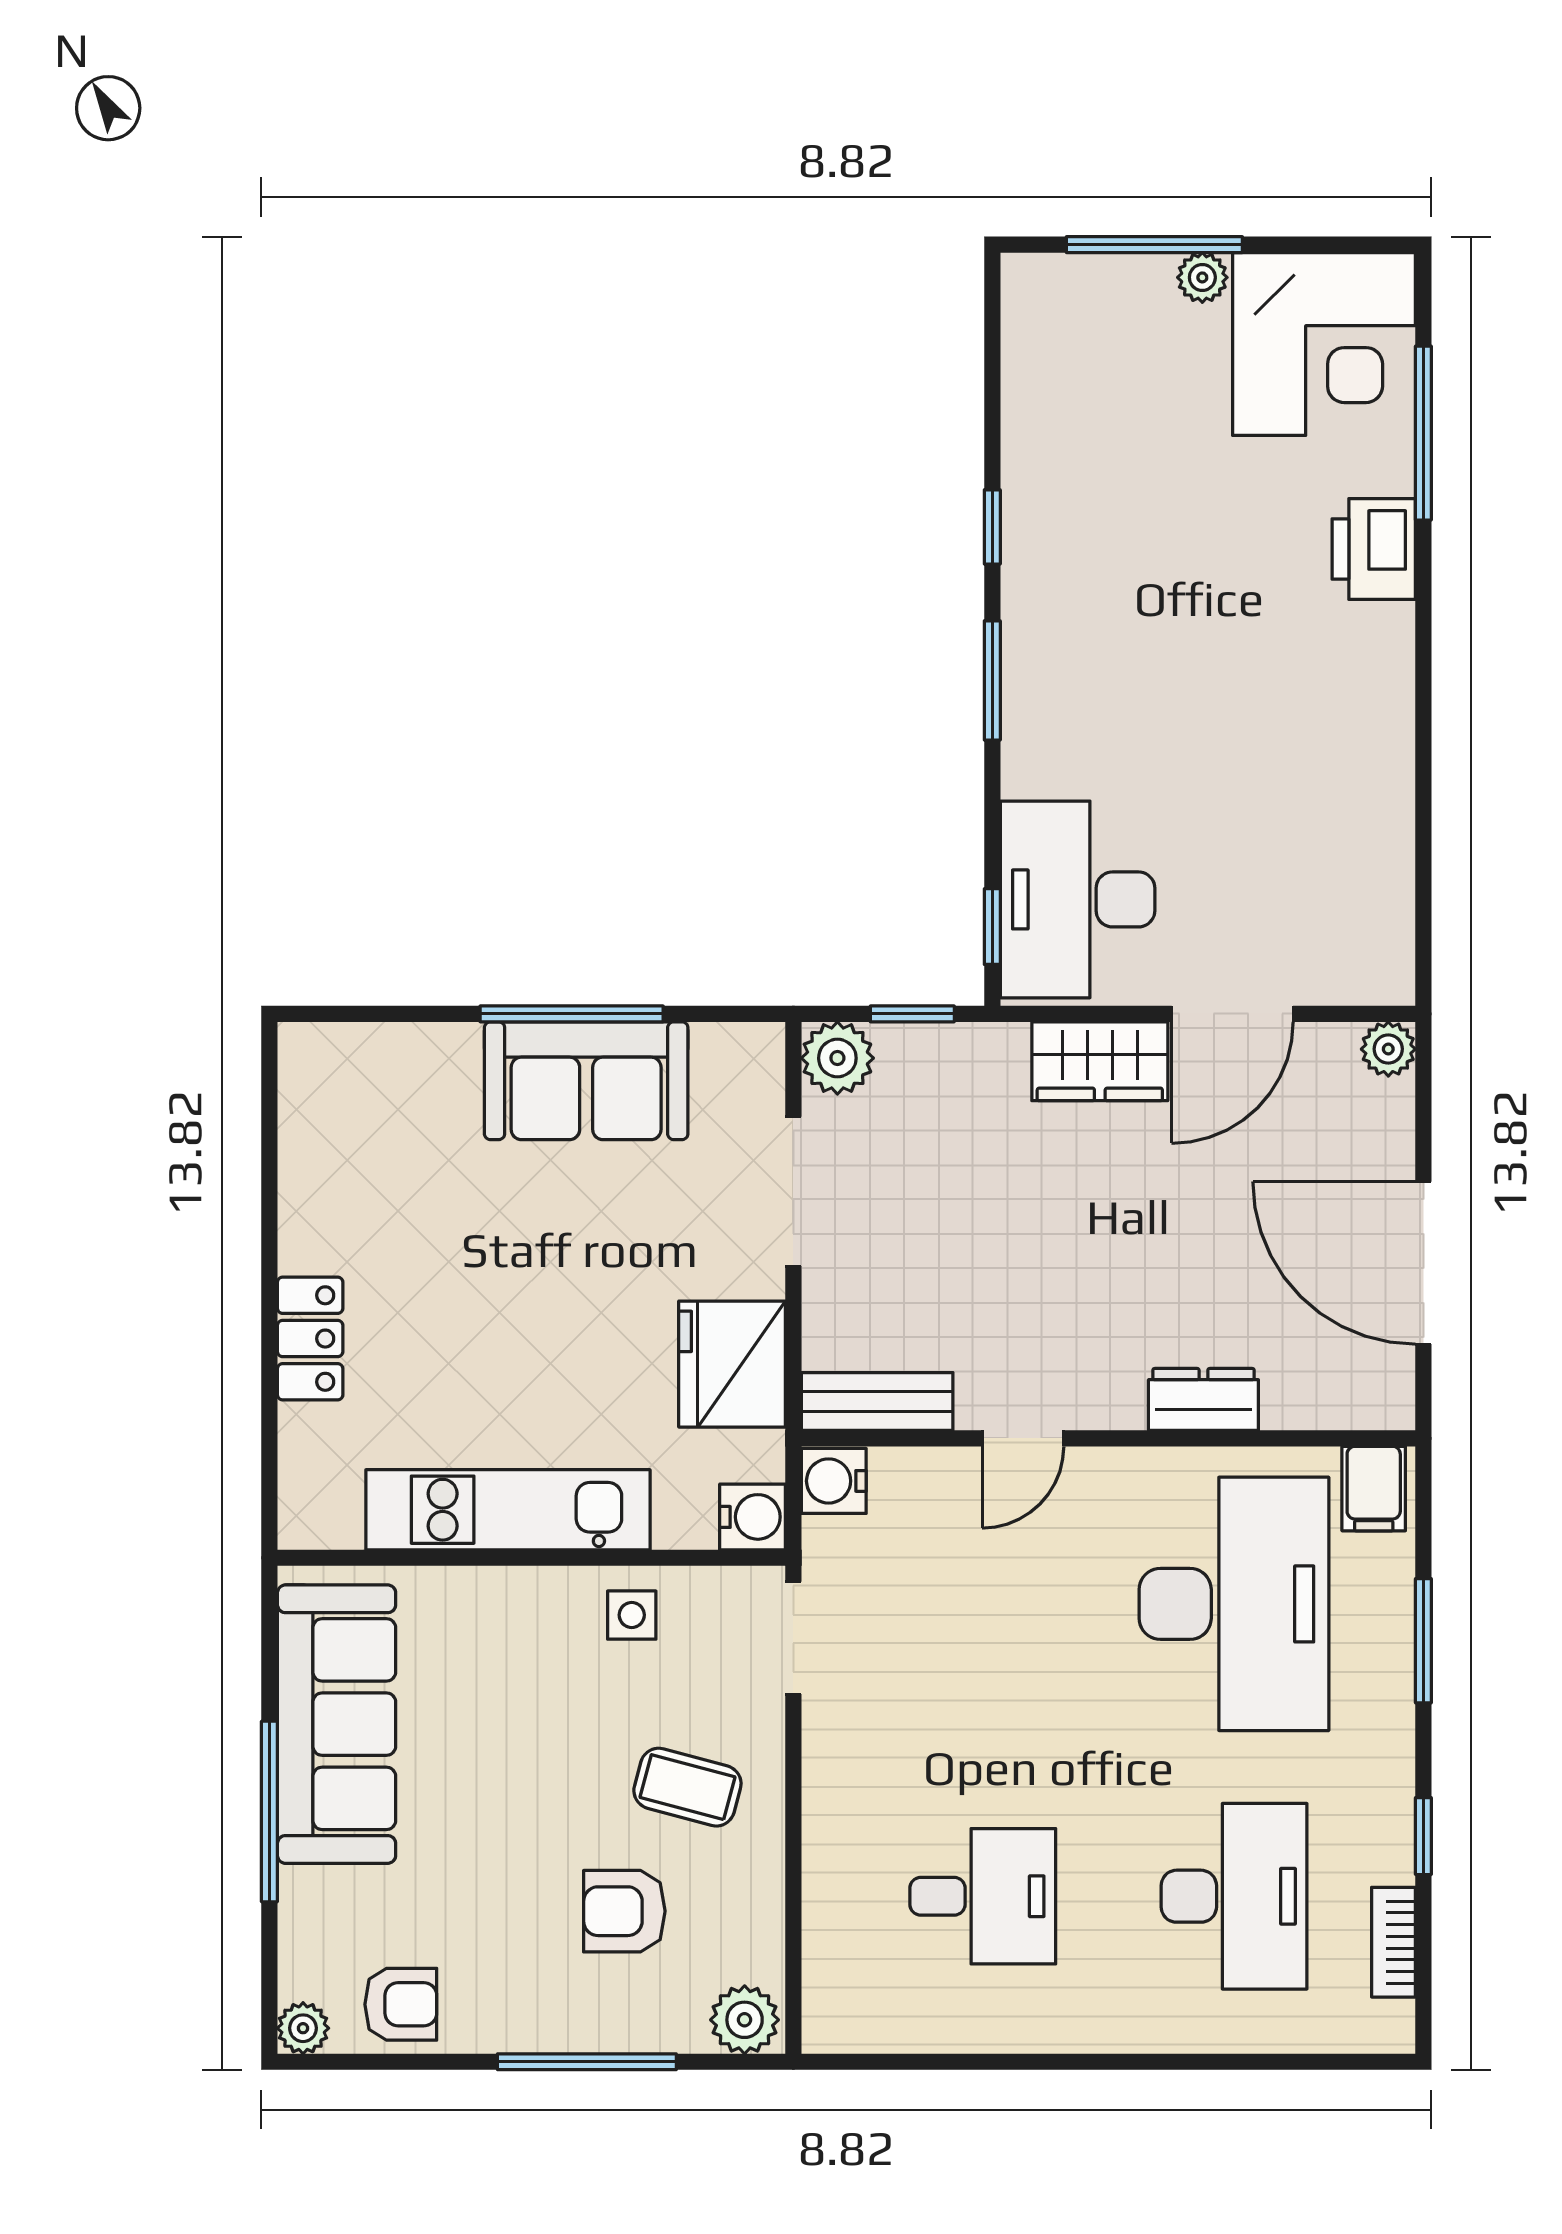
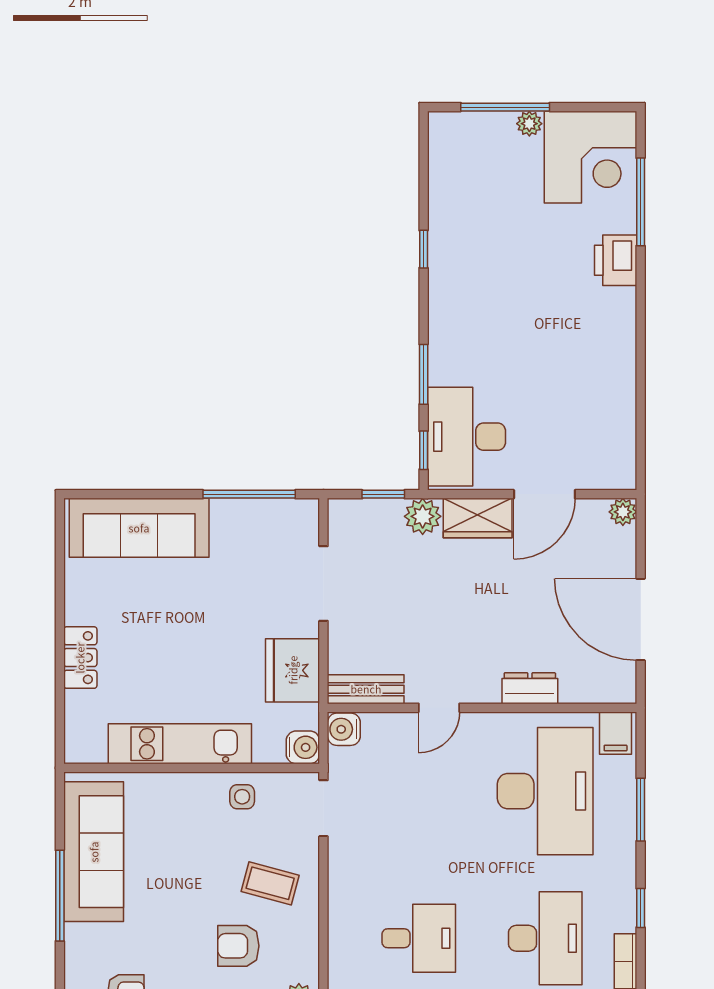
window: (992, 680) -> (424, 374), moved
window: (572, 1014) -> (249, 494), moved
plant: (837, 1058) -> (423, 516), moved
sofa: (586, 1081) -> (139, 528), moved, width x1.36

